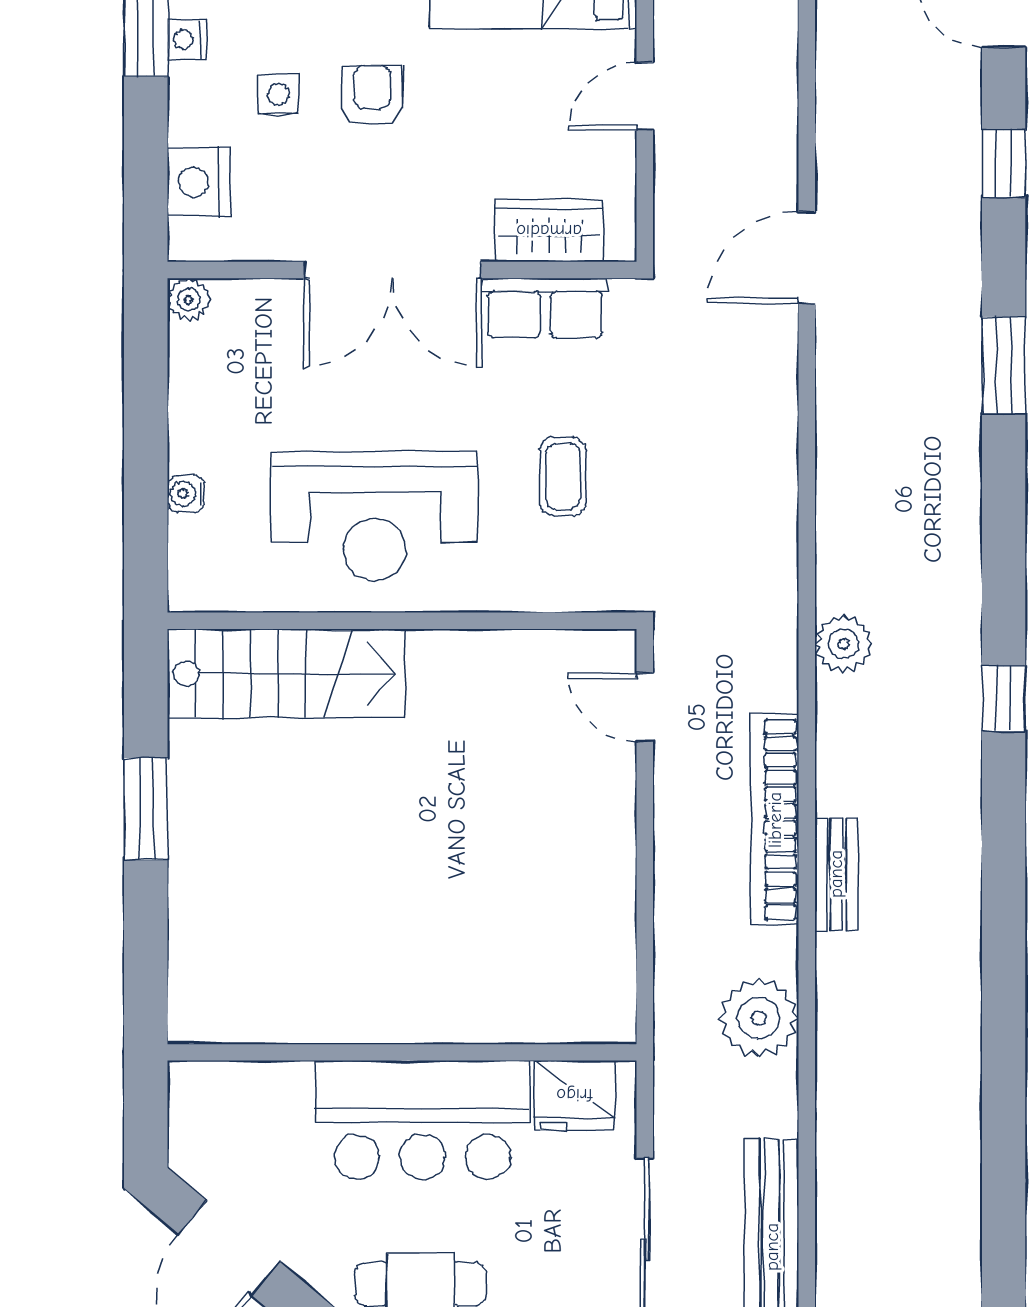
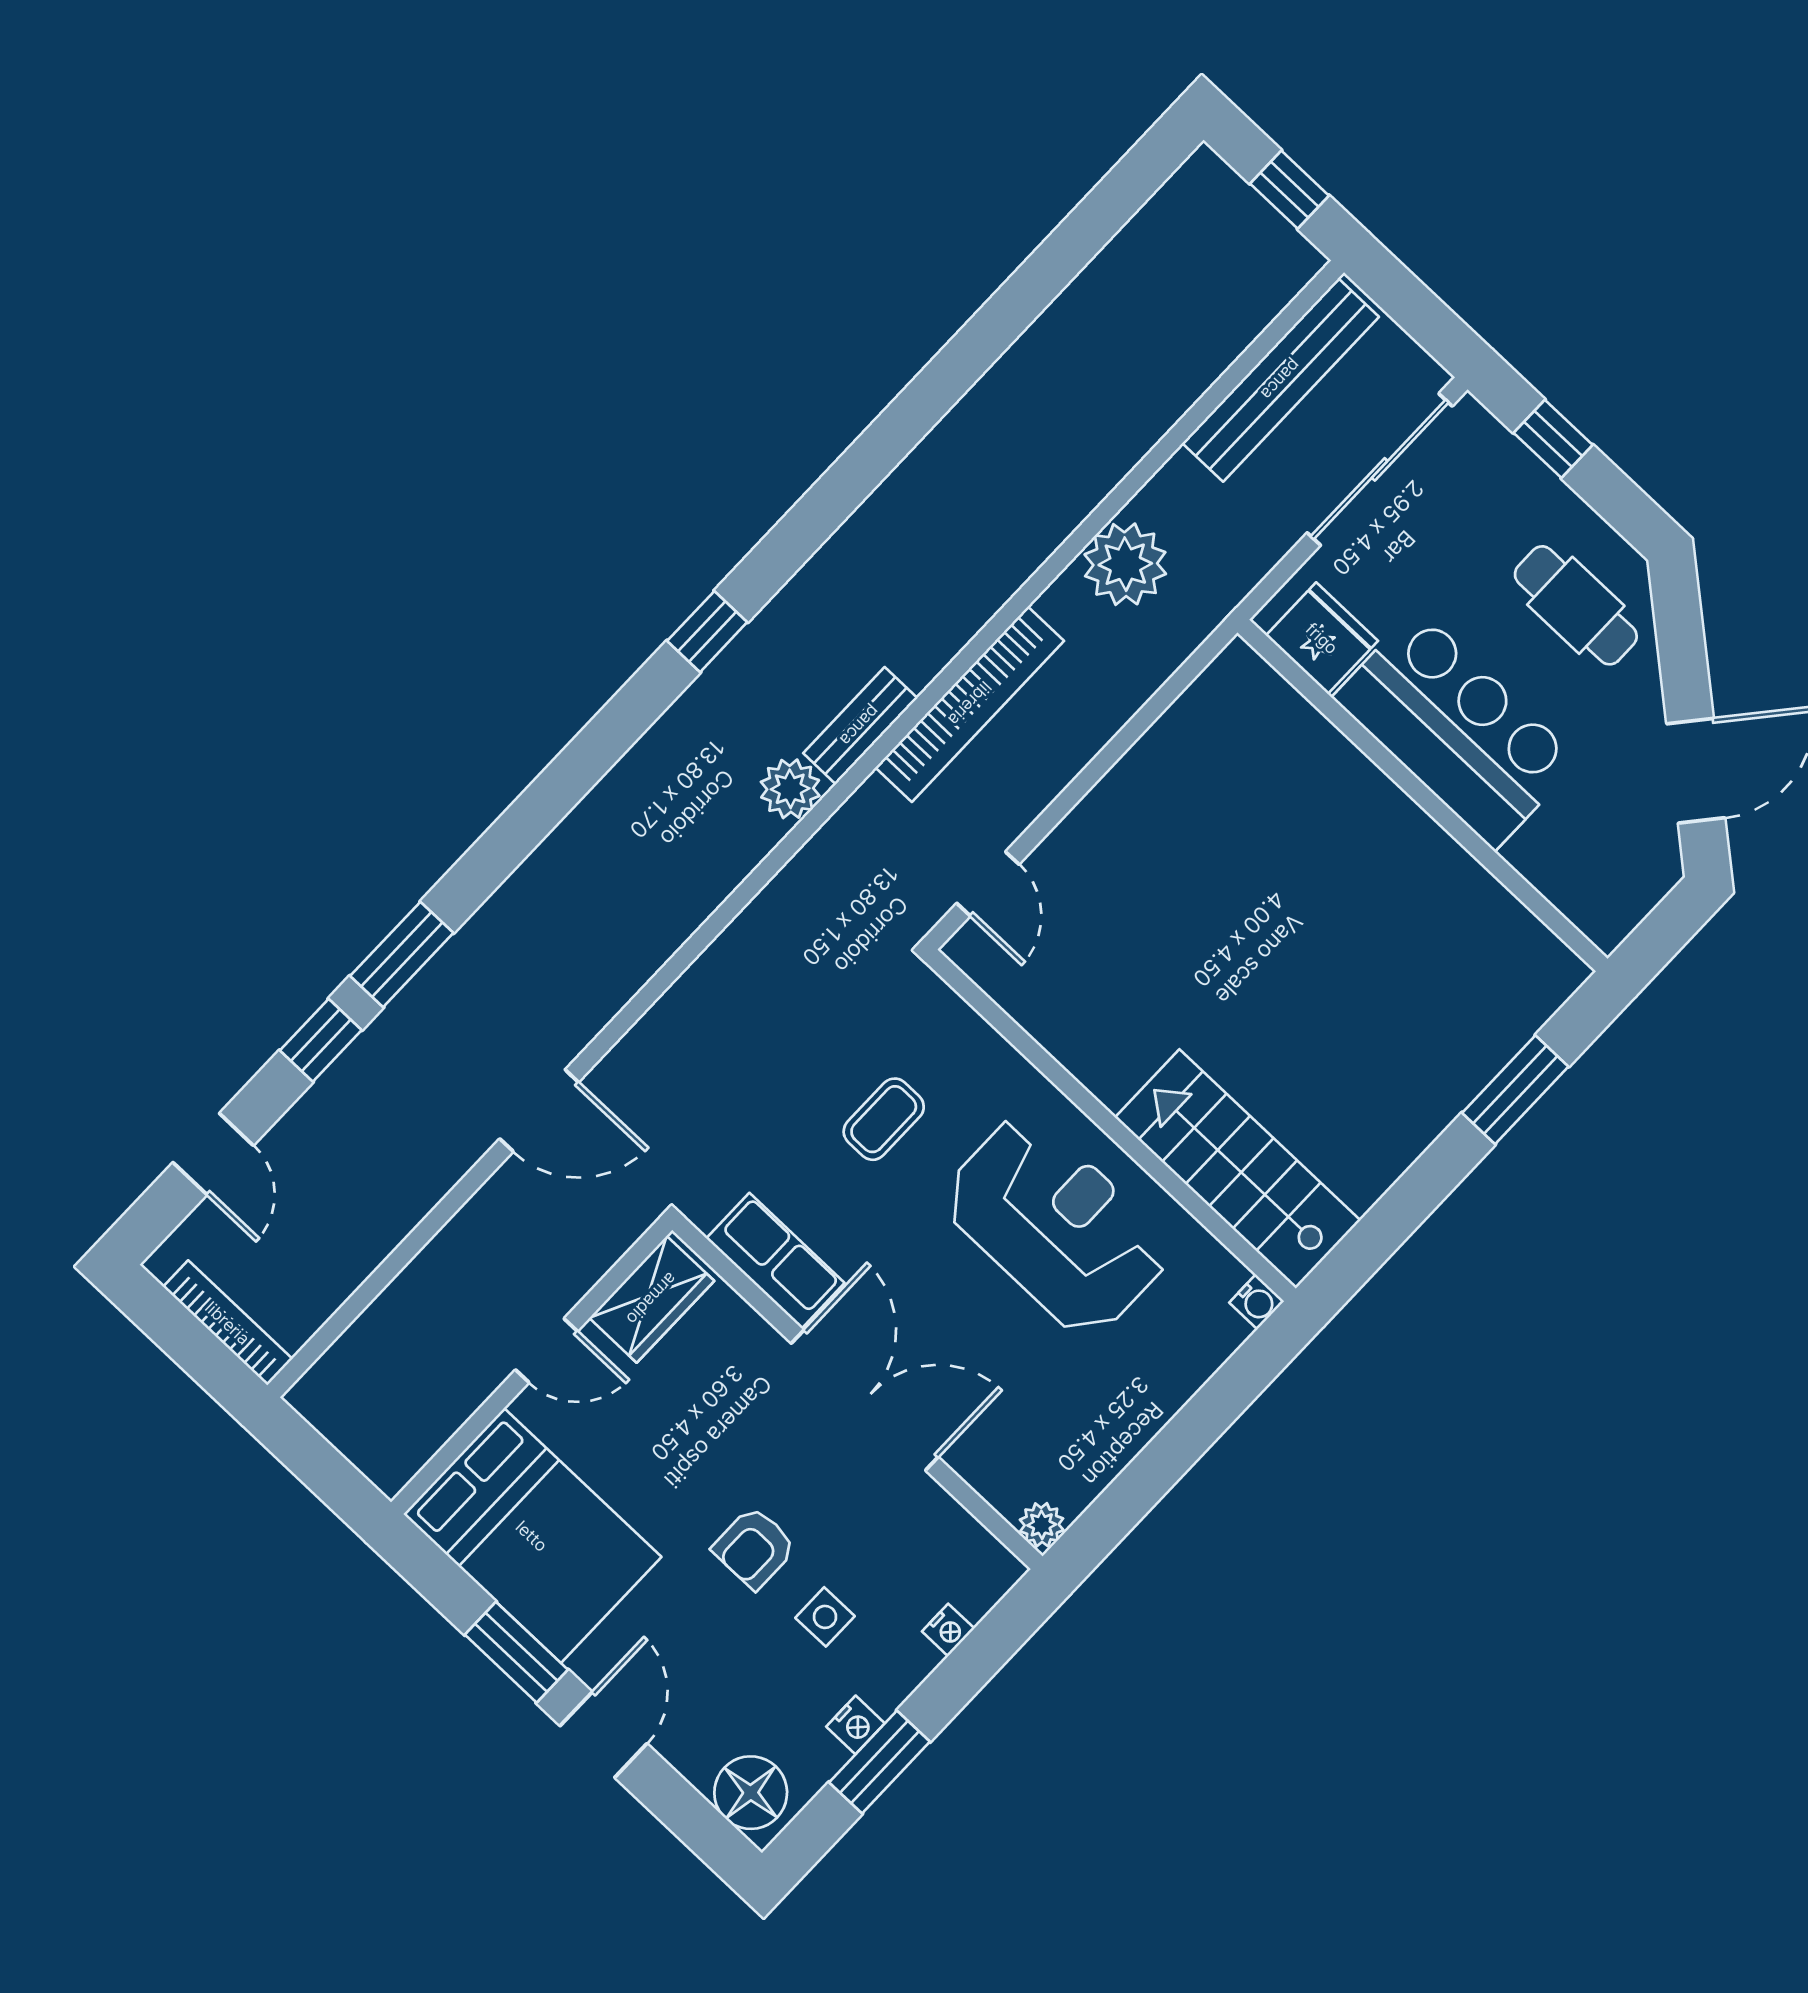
nightstand: (198, 182) -> (948, 1630), width x0.53, depth x0.56
wardrobe: (549, 231) -> (652, 1299), moved, turned -90
window: (1004, 365) -> (402, 954), moved
water cooler: (186, 494) -> (1257, 1302), moved
window: (146, 809) -> (1515, 1090), moved
bench: (836, 874) -> (860, 726), moved

